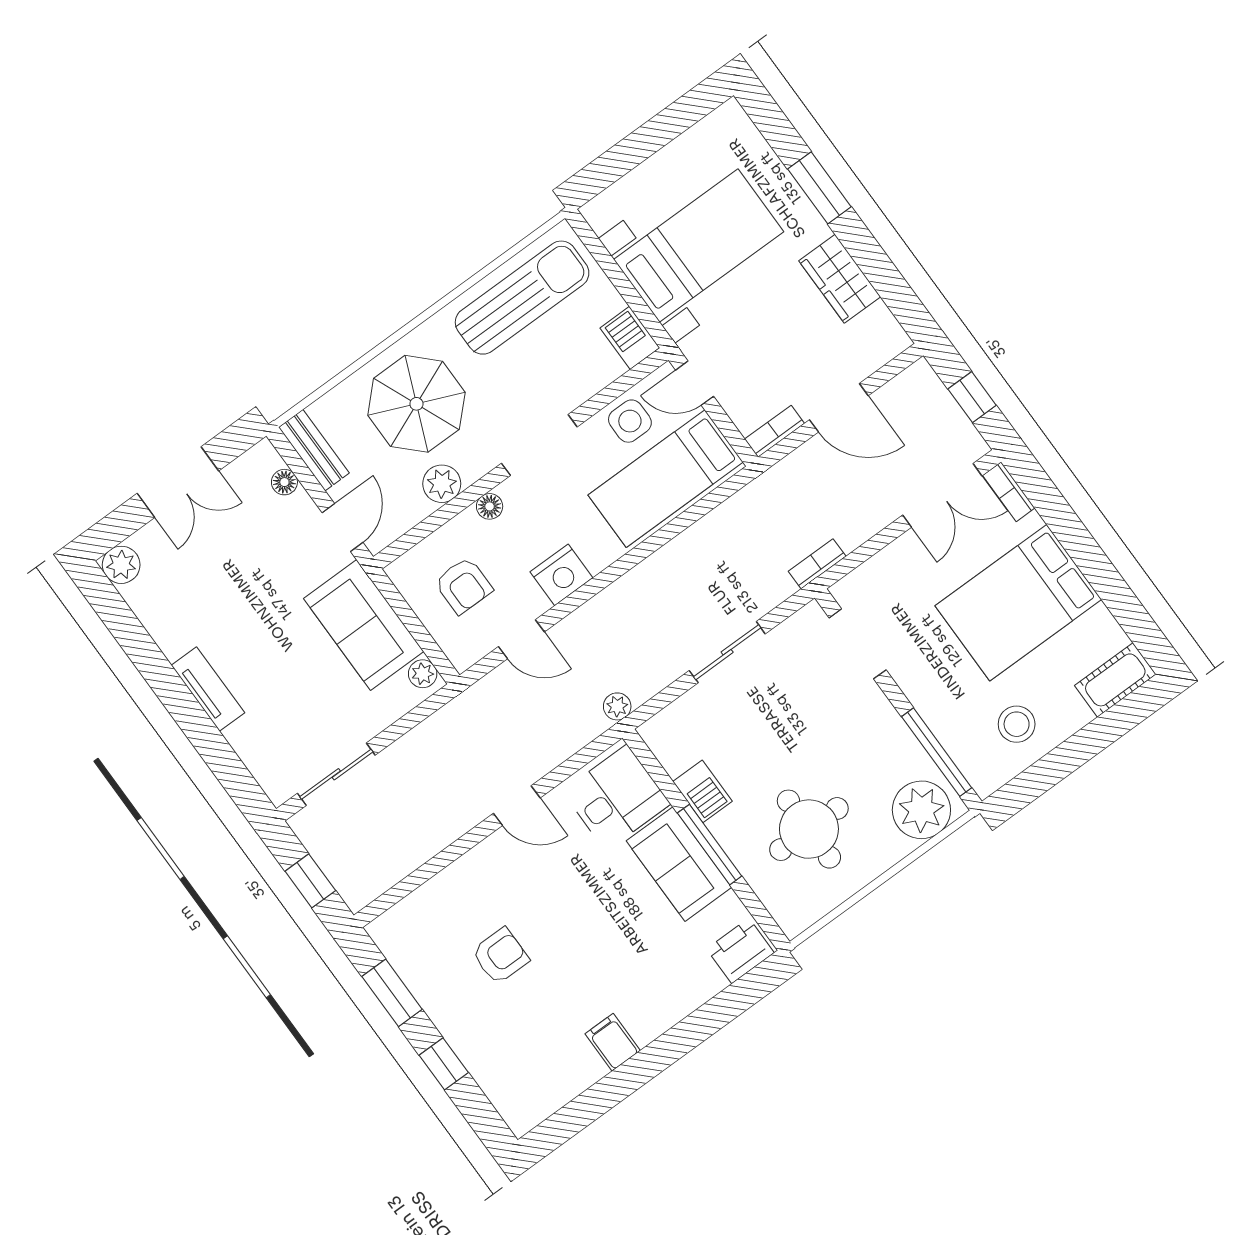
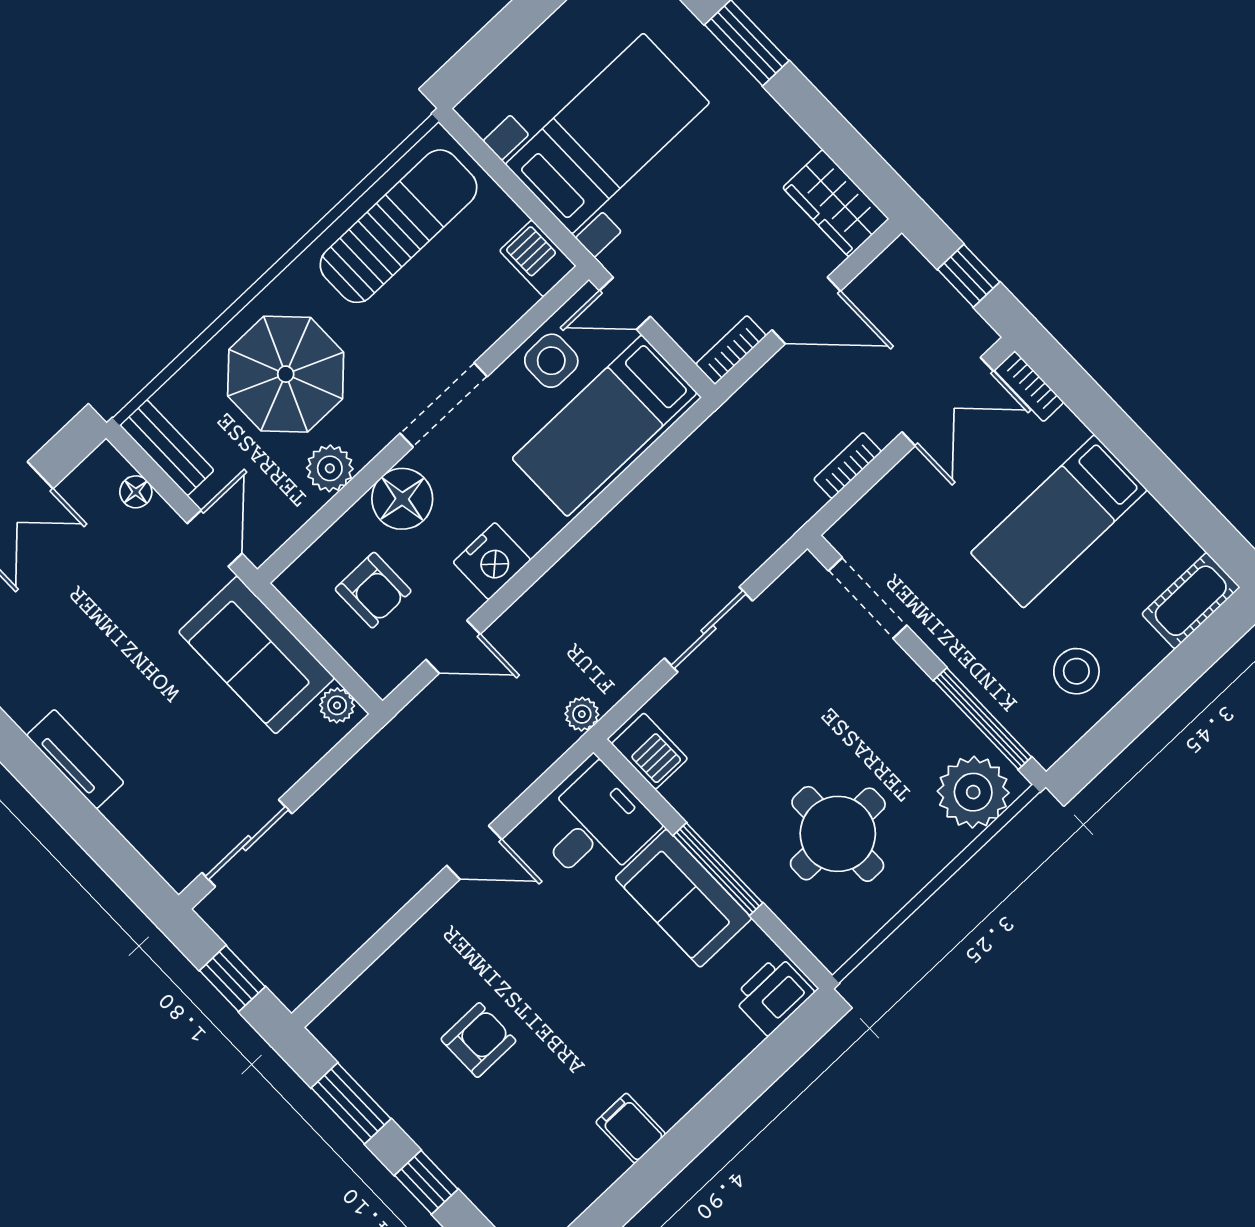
wardrobe: (840, 279) -> (836, 203), moved
floor lamp: (490, 506) -> (402, 499), width x1.89, depth x1.89
bookcase: (817, 564) -> (848, 466), moved
bed: (1018, 603) -> (1059, 521), width x0.67
barbecue: (702, 791) -> (650, 751), moved

